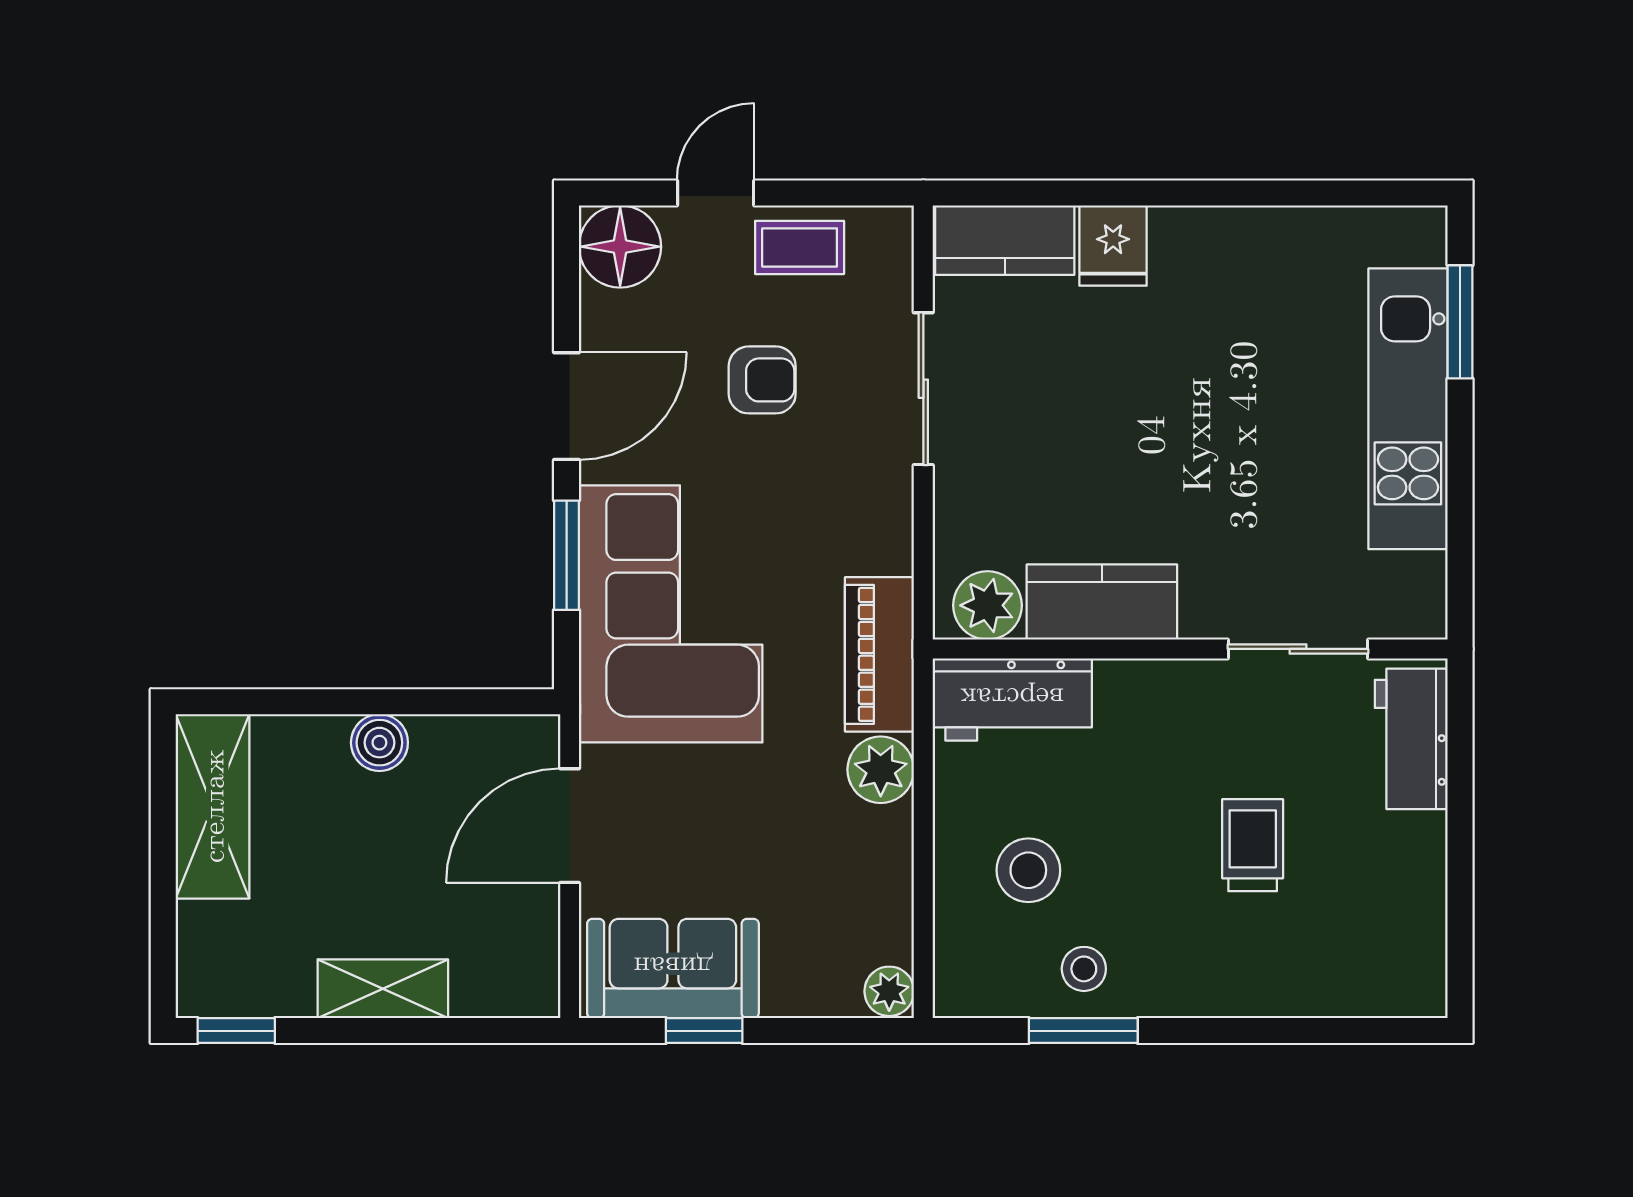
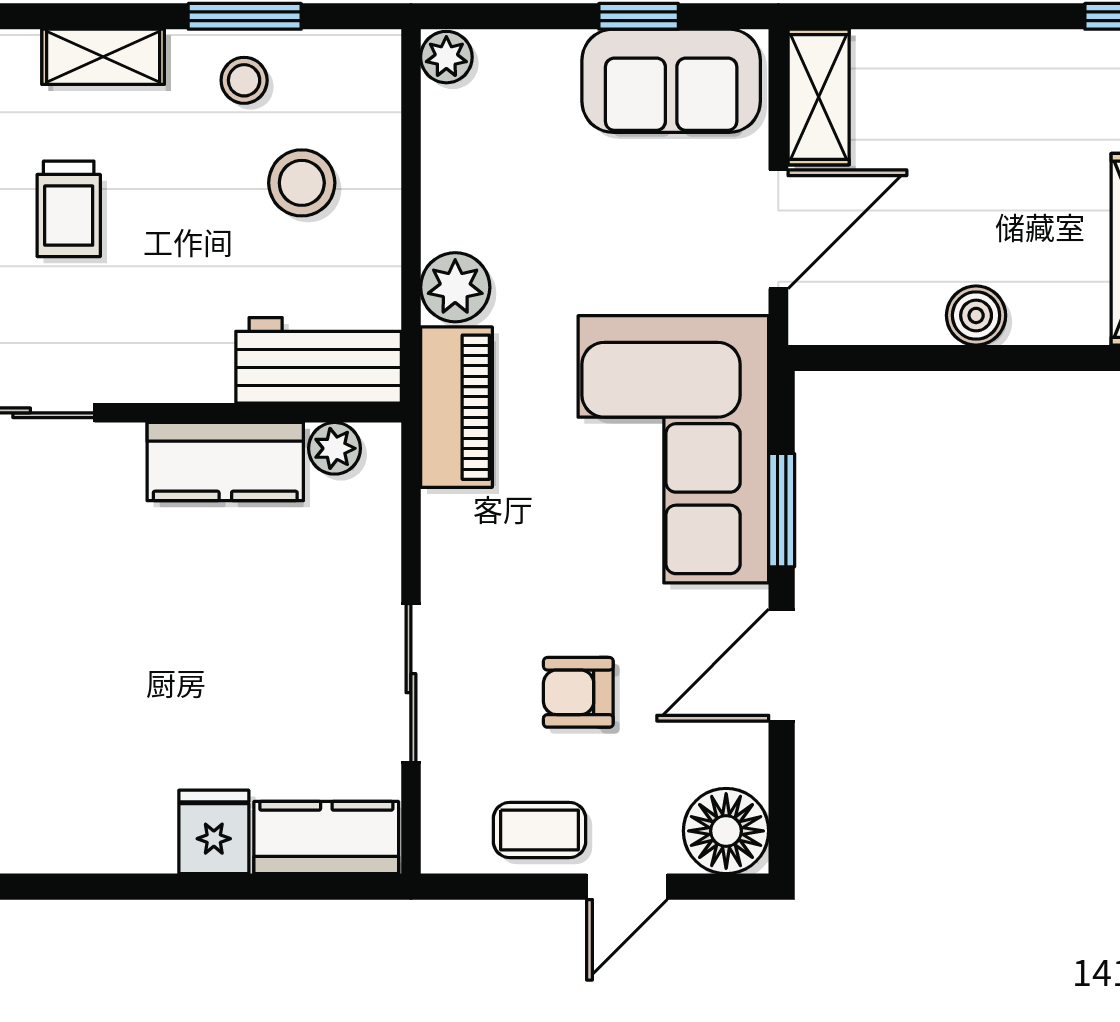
plant: (988, 605) -> (335, 448), width x0.73, depth x0.73
shelving: (383, 989) -> (819, 97), moved, turned 90
shelving: (1220, 992) -> (103, 57), added

